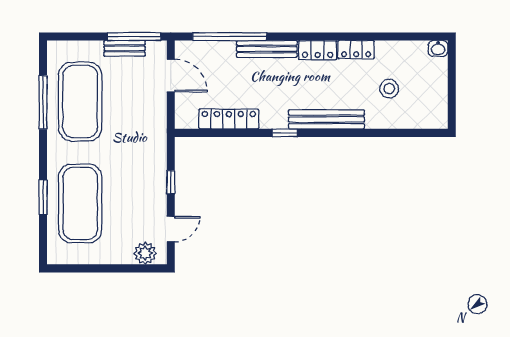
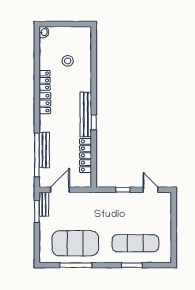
window: (134, 37) -> (37, 211), width x0.69
bench: (125, 48) -> (44, 204), moved
bench: (267, 49) -> (44, 150), moved
bench: (326, 119) -> (86, 114), moved
exercise mat: (80, 203) -> (135, 243), width x0.68
plant: (145, 253) -> (165, 205), removed

